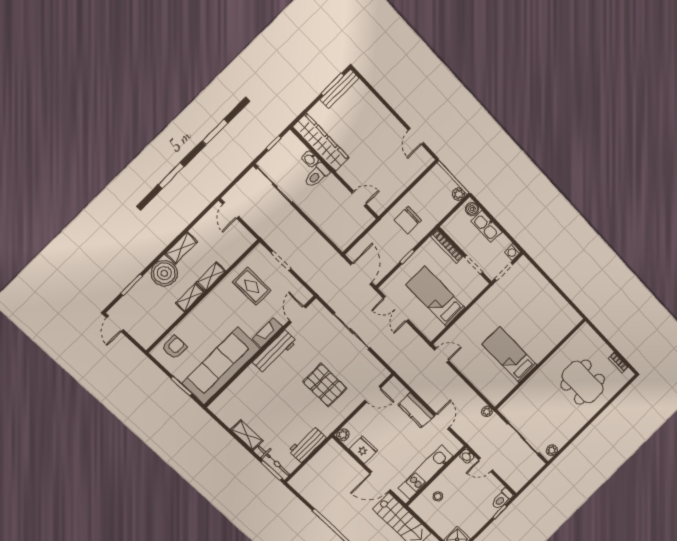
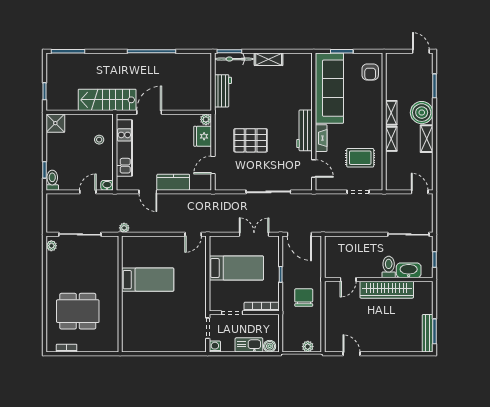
wardrobe: (321, 142) -> (387, 290), moved
washbasin: (310, 159) -> (409, 270), width x1.91, depth x1.45
plant: (459, 194) -> (308, 347), moved
fridge: (364, 450) -> (203, 136), moved, turned 90

